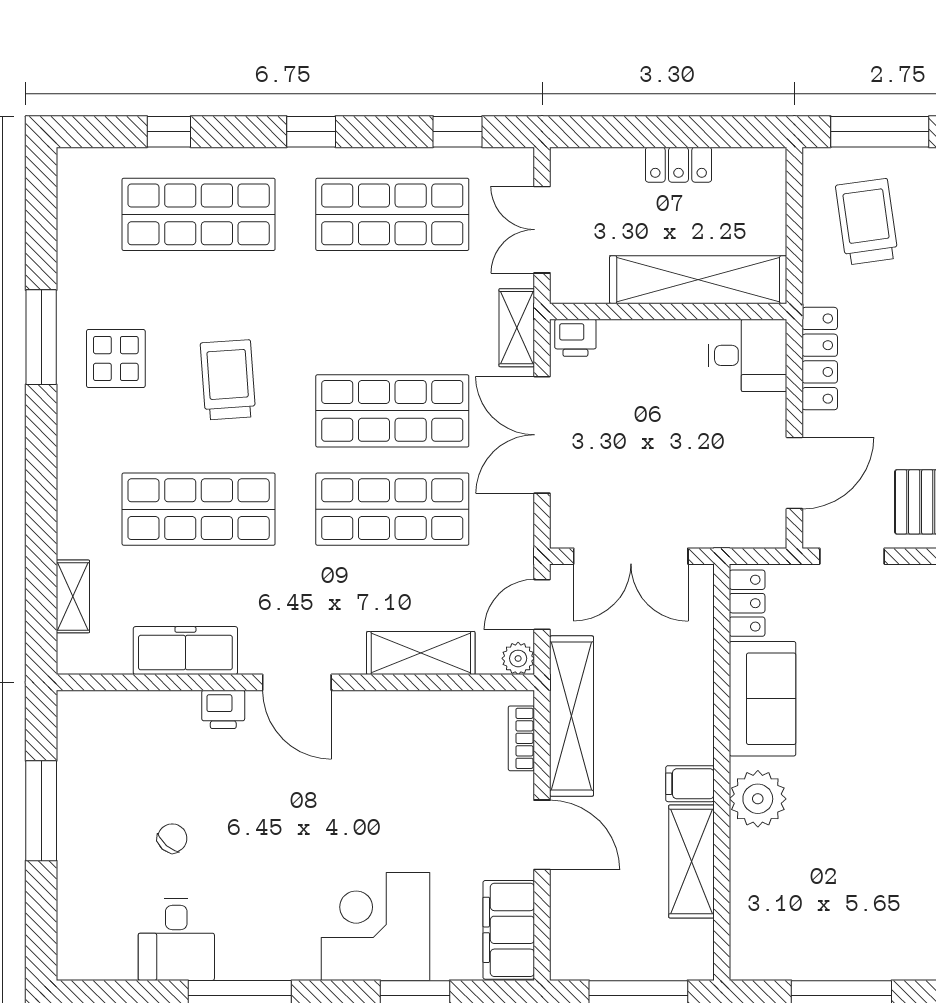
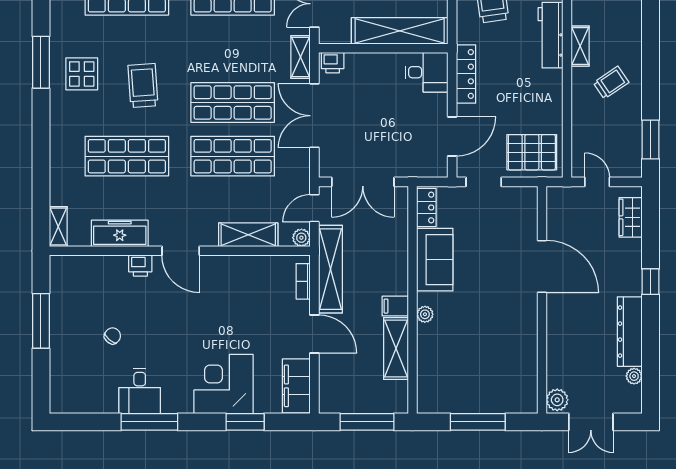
shelving: (73, 596) -> (58, 227), moved
plant: (758, 799) -> (425, 314), width x0.53, depth x0.53
desk: (176, 940) -> (140, 391), moved

